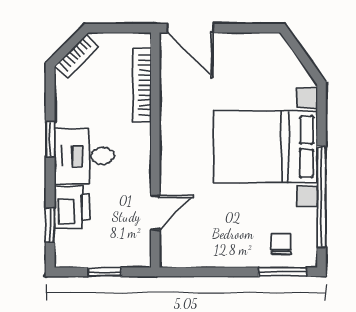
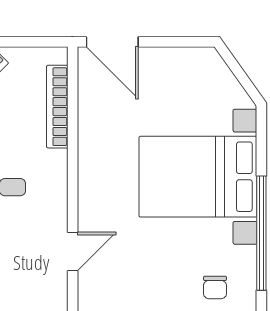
chair: (281, 244) -> (215, 287), turned 180

